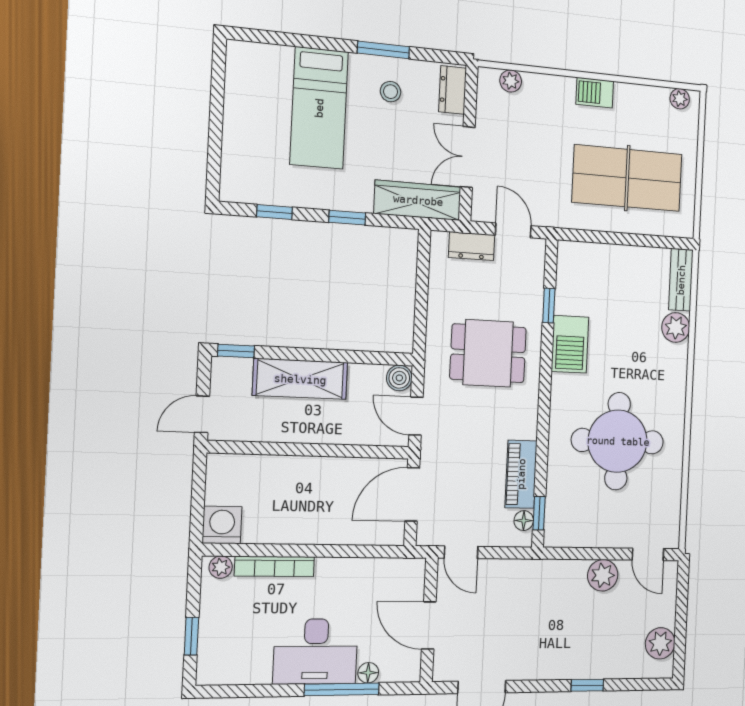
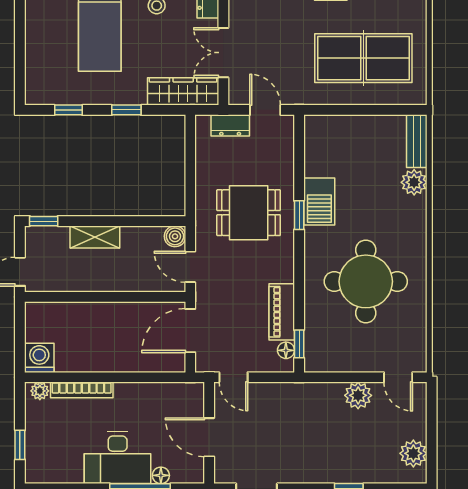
window: (549, 306) -> (299, 215), moved
shelving: (300, 379) -> (95, 237), width x0.67, depth x0.75

